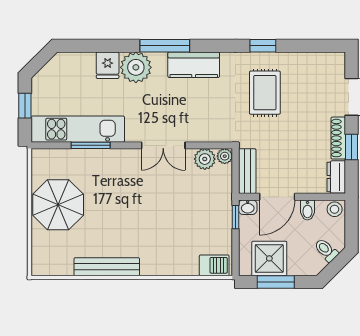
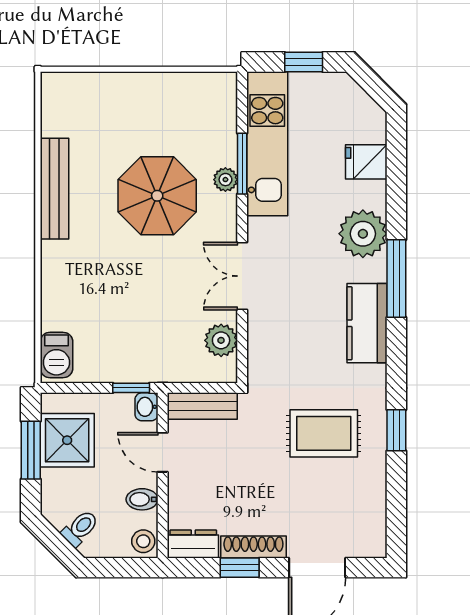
fridge: (108, 65) -> (366, 162), moved
plant: (225, 156) -> (225, 180), moved
door: (277, 197) -> (163, 452), width x0.73
parasol: (58, 205) -> (157, 196), moved

